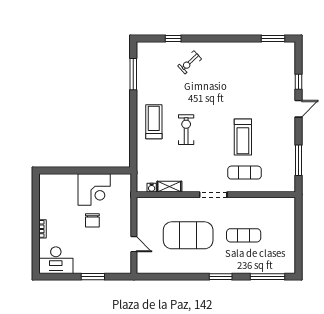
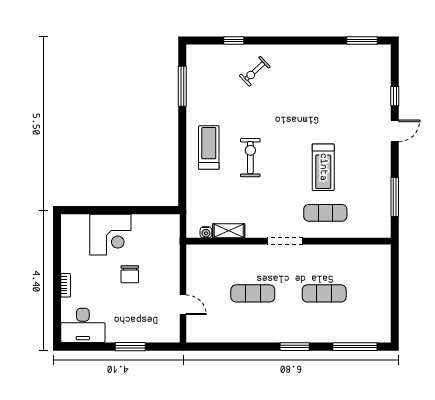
corner desk: (94, 190) -> (110, 235), moved
exercise mat: (188, 235) -> (253, 293), width x0.50, depth x0.69

